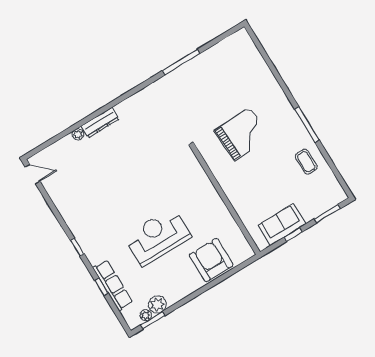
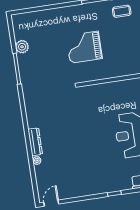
plant: (211, 57) -> (22, 47), added
grand piano: (242, 134) -> (84, 47), turned -88

